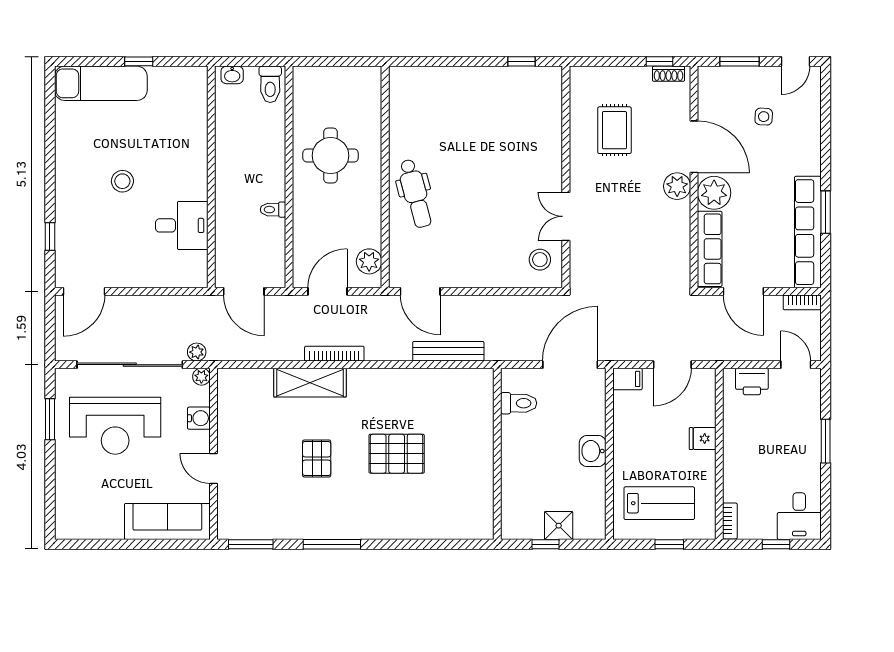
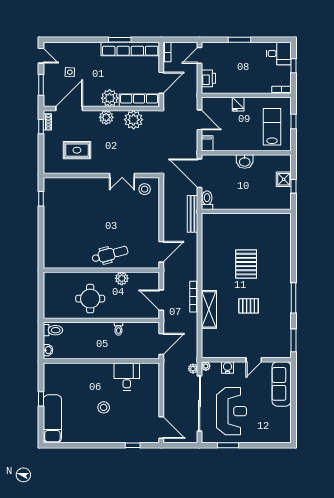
door: (694, 147) -> (69, 109), moved
plant: (673, 238) -> (134, 120), added
plant: (369, 261) -> (122, 278), moved
bench: (448, 351) -> (193, 214), moved
toilet: (519, 403) -> (207, 200), moved

